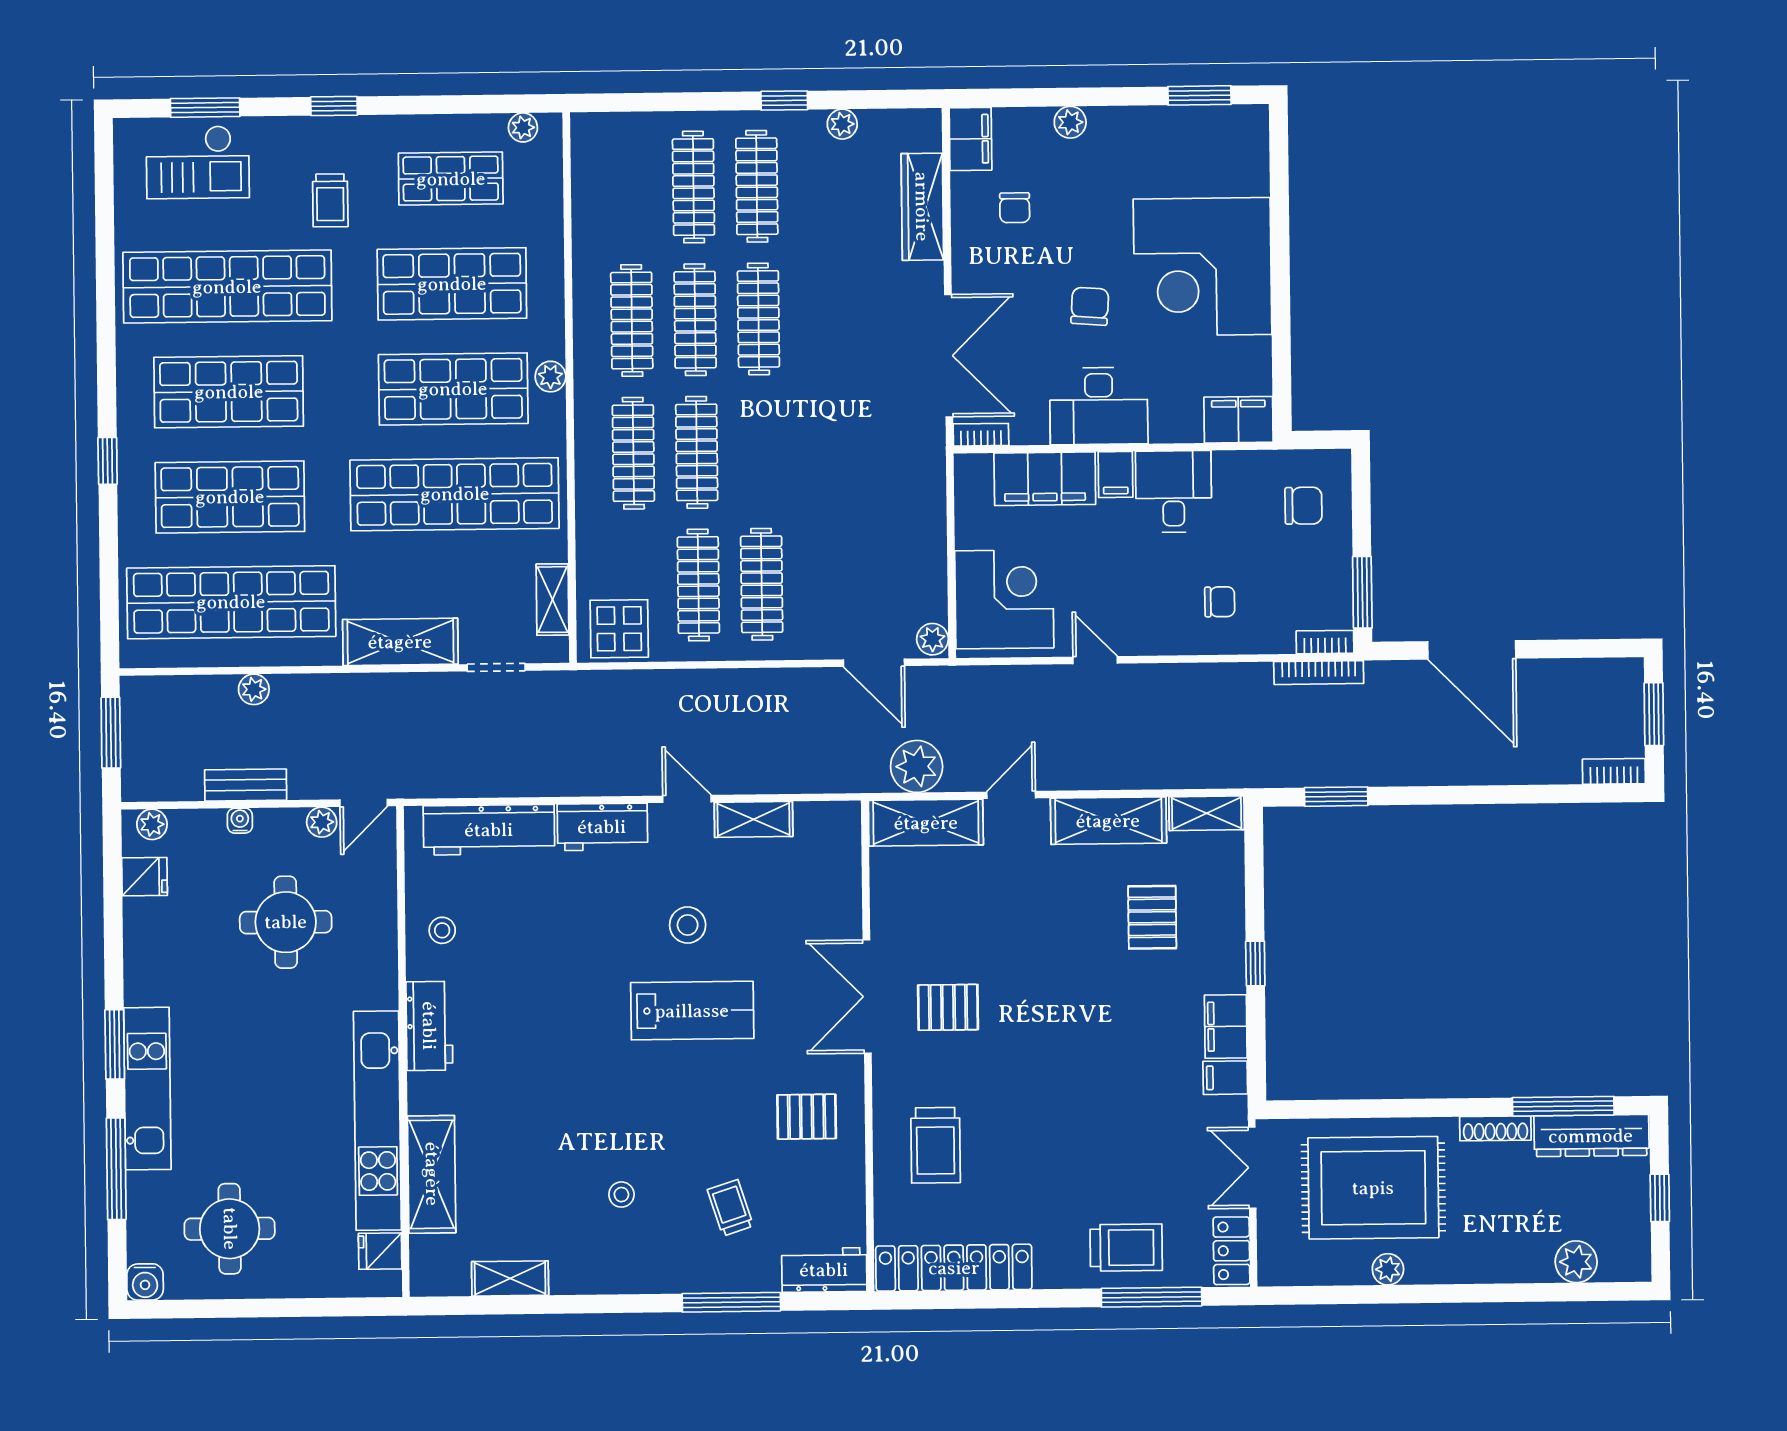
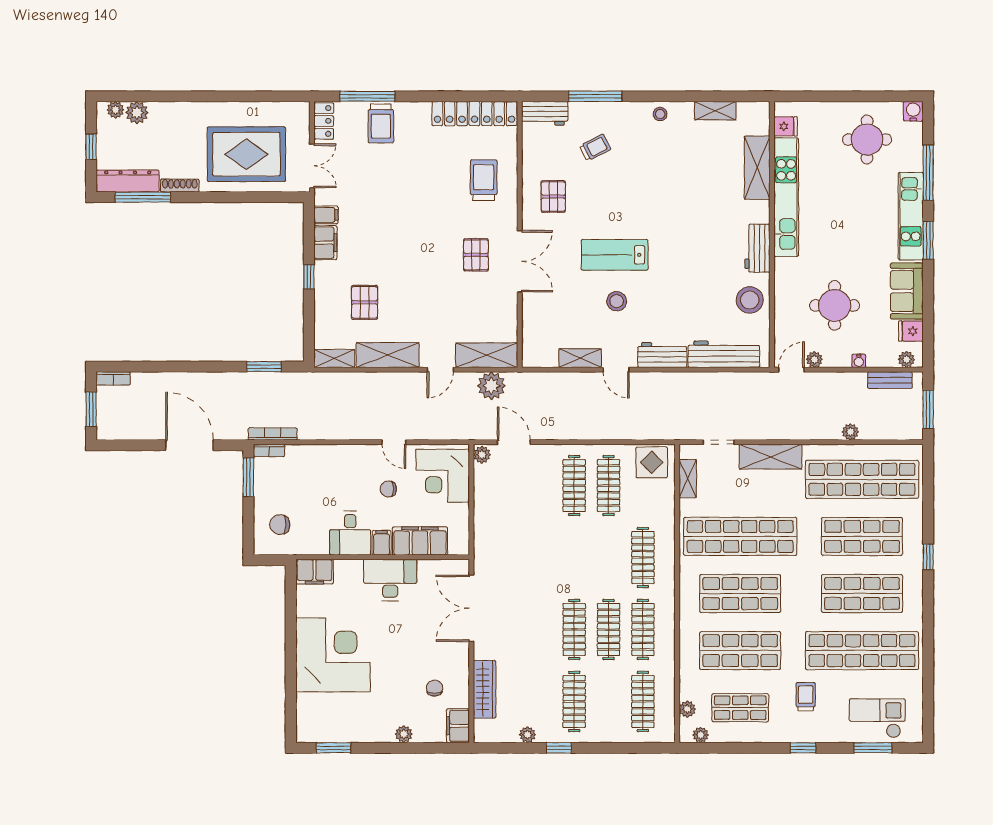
clothes rail: (693, 187) -> (643, 701), moved
chair: (1090, 306) -> (394, 634), removed
plant: (550, 377) -> (687, 709), moved
bookcase: (981, 435) -> (454, 565), removed
clothes rail: (697, 452) -> (609, 558), removed
chair: (1220, 602) -> (388, 489), moved
bench: (246, 785) -> (890, 380), moved
stool: (442, 930) -> (750, 300), width x1.89, depth x1.89
sofa: (153, 950) -> (907, 291), added
pallet: (948, 1007) -> (476, 255), turned 90
pallet: (807, 1117) -> (553, 196), turned 90
stool: (621, 1195) -> (660, 114), moved
trolley: (730, 1208) -> (595, 148), turned -99
trolley: (1126, 1247) -> (381, 123), turned -90
plant: (1388, 1269) -> (115, 110), moved

